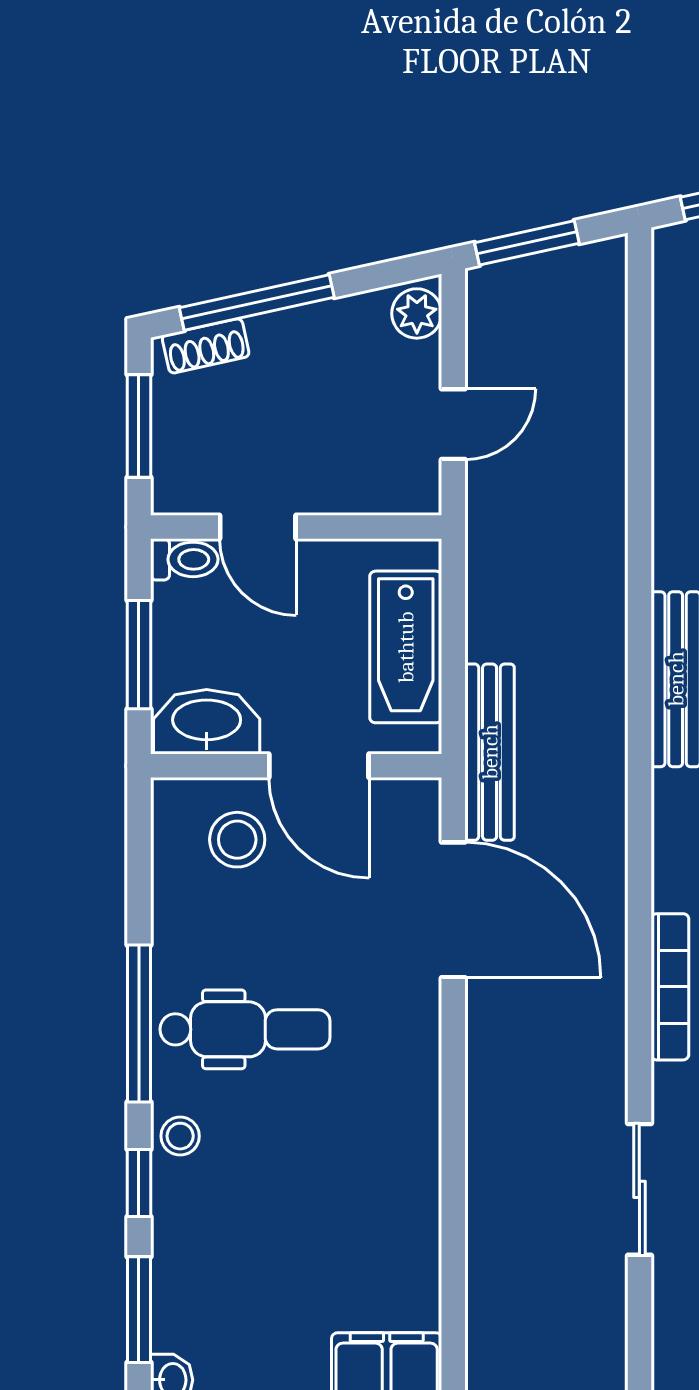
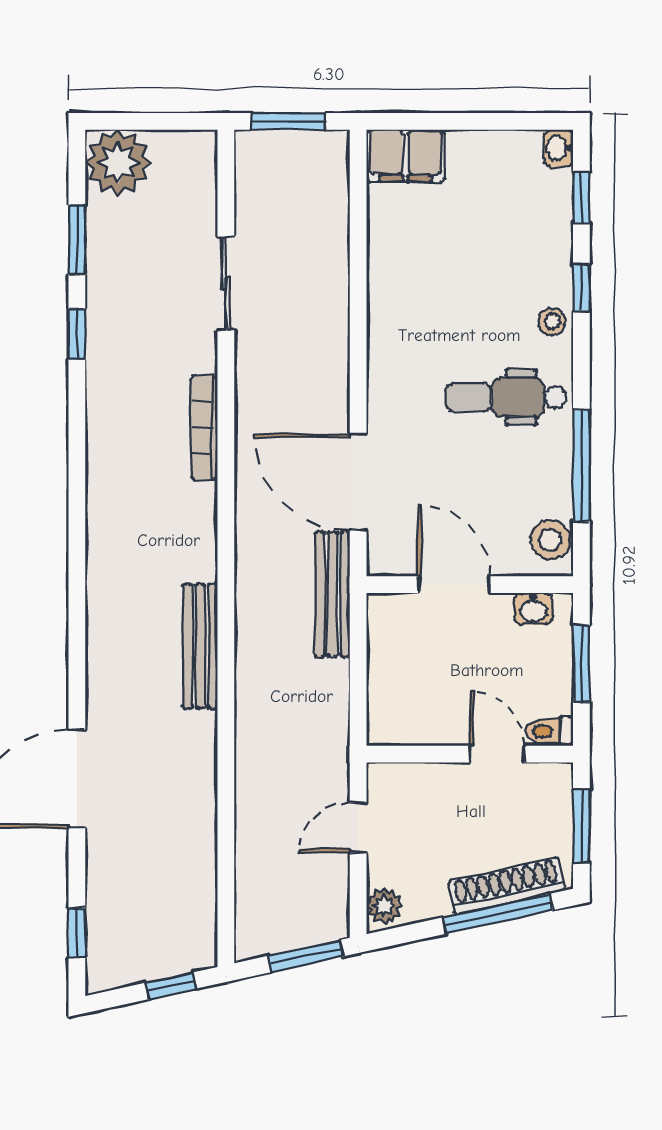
shoe rack: (206, 346) -> (507, 886), width x1.94, depth x1.24
bathtub: (406, 647) -> (392, 669), removed
washbasin: (207, 722) -> (533, 609), width x0.52, depth x0.69
stool: (237, 840) -> (550, 540), moved
window: (139, 1024) -> (581, 465), moved
window: (139, 1310) -> (581, 198), width x0.67

